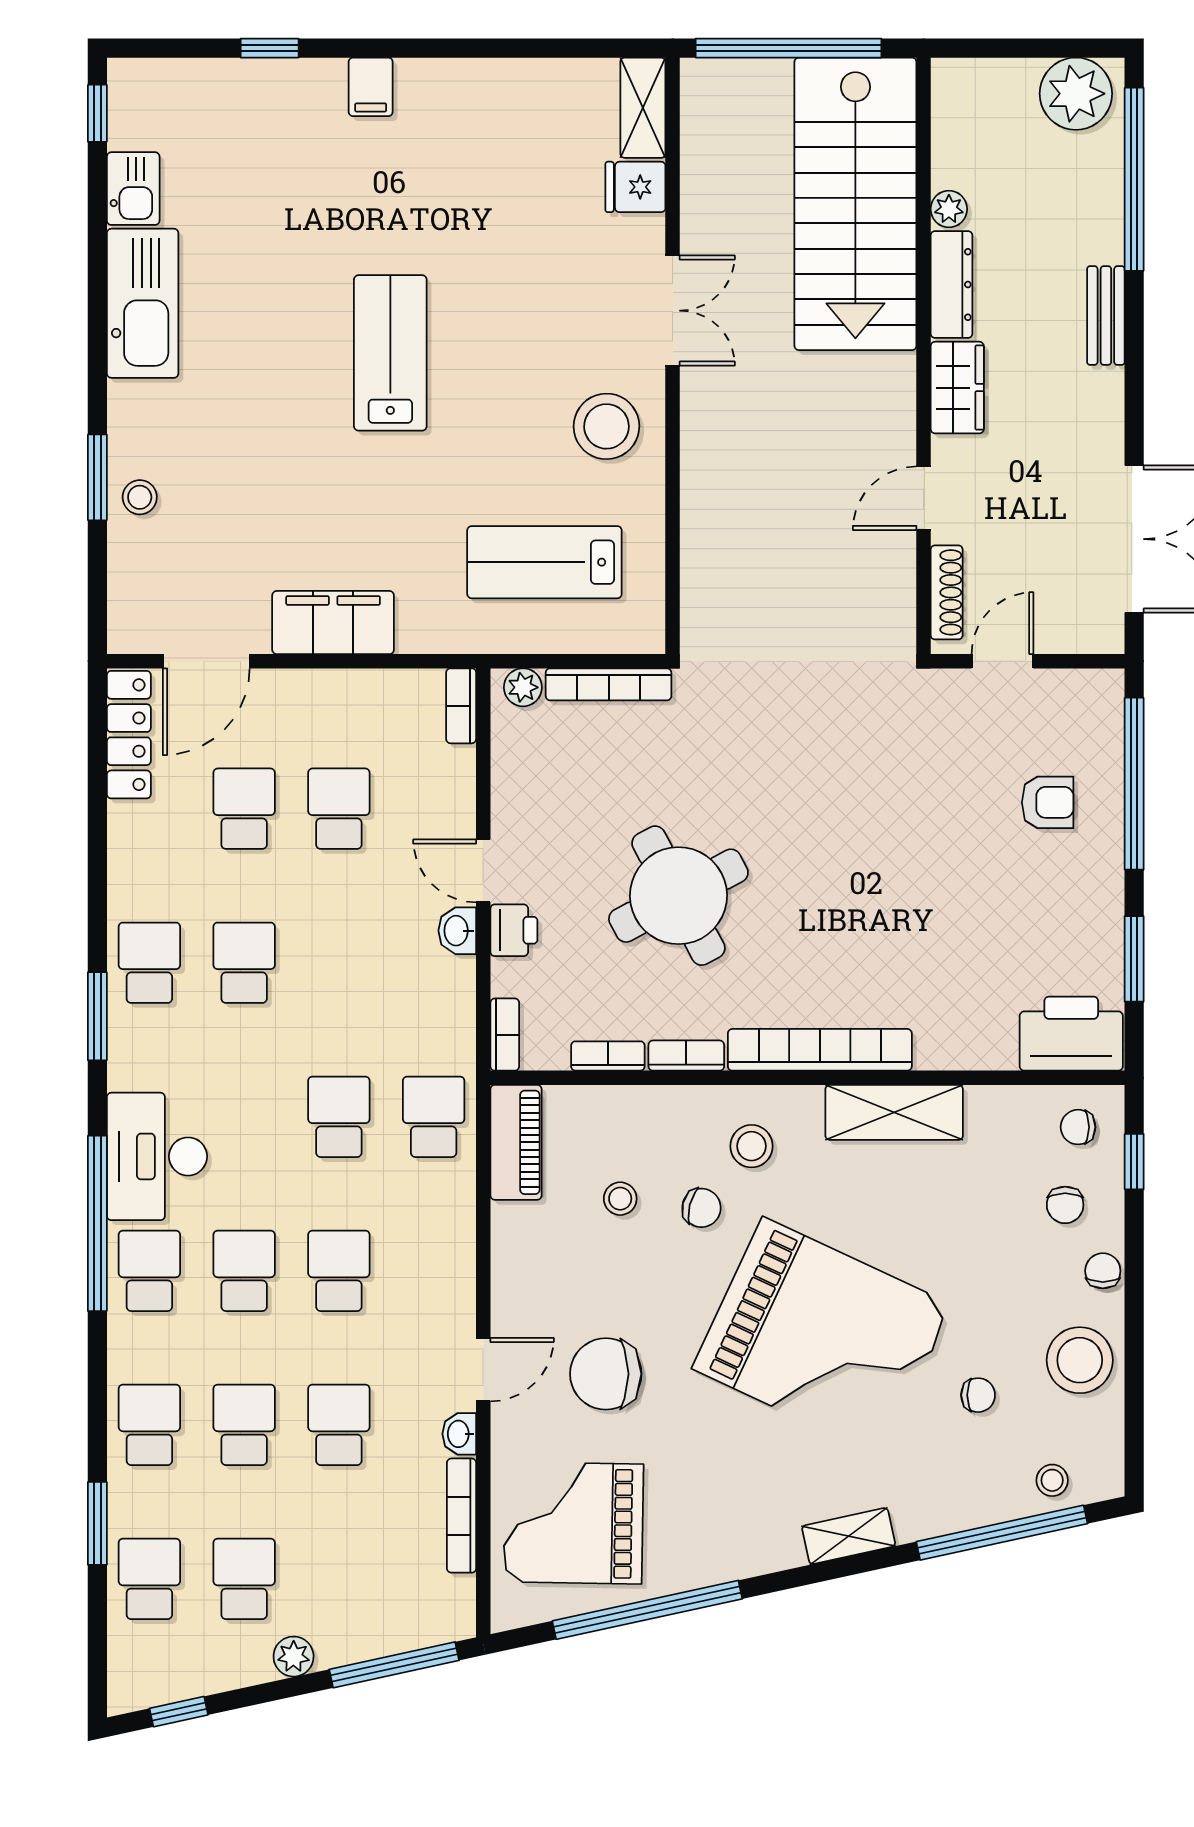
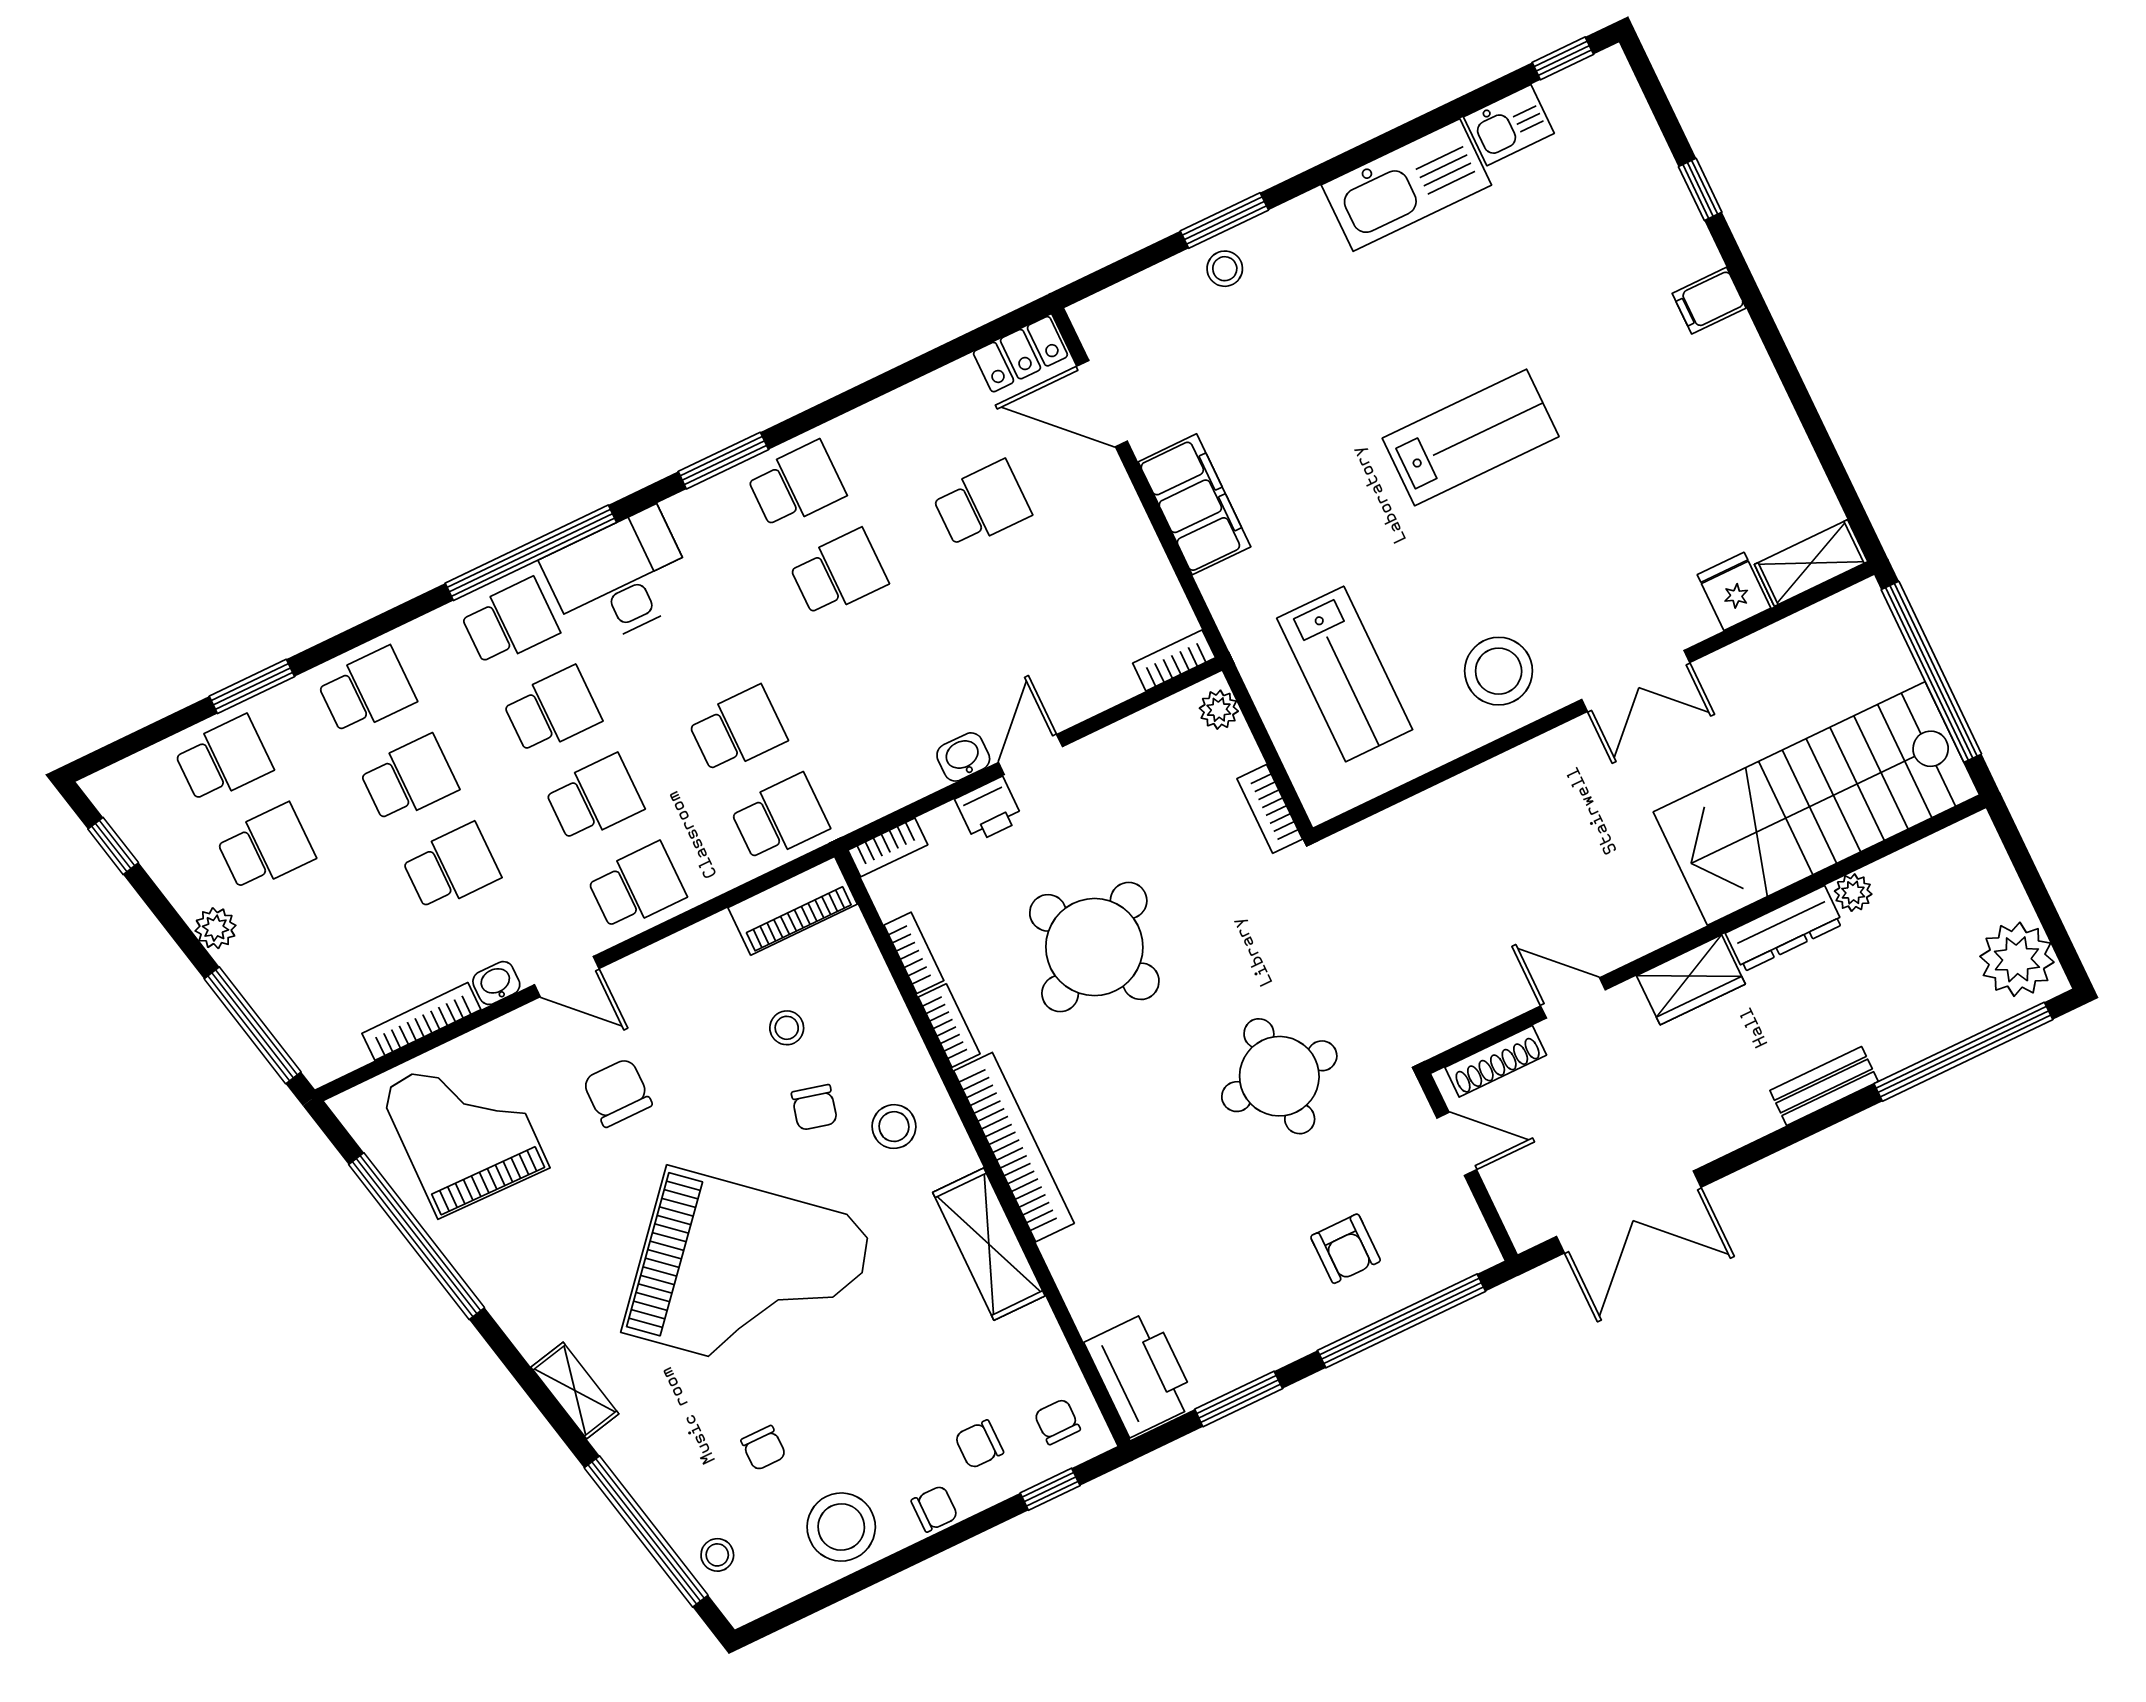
lab bench: (544, 562) -> (1345, 674), turned 180
bookcase: (609, 684) -> (1270, 809), width x0.64
locker: (129, 735) -> (1020, 354), width x0.66
round table: (869, 788) -> (1279, 1076), added
school desk: (339, 809) -> (636, 887), moved
grand piano: (822, 1337) -> (748, 1277), turned -74
chair: (606, 1374) -> (617, 1093), width x0.73, depth x0.73

